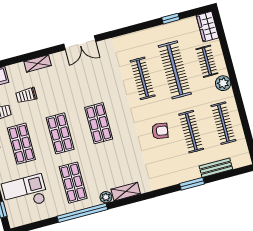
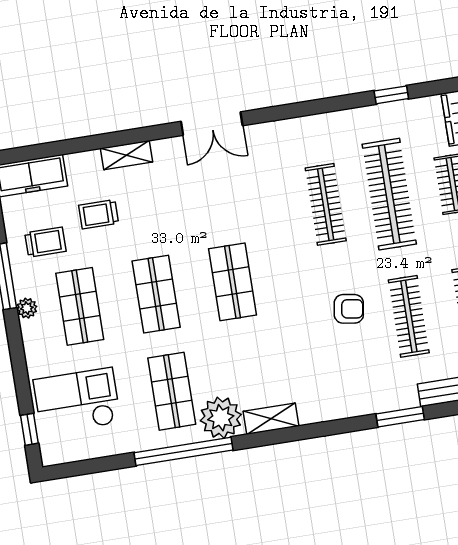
plant: (106, 197) -> (221, 418), width x1.87, depth x1.87

